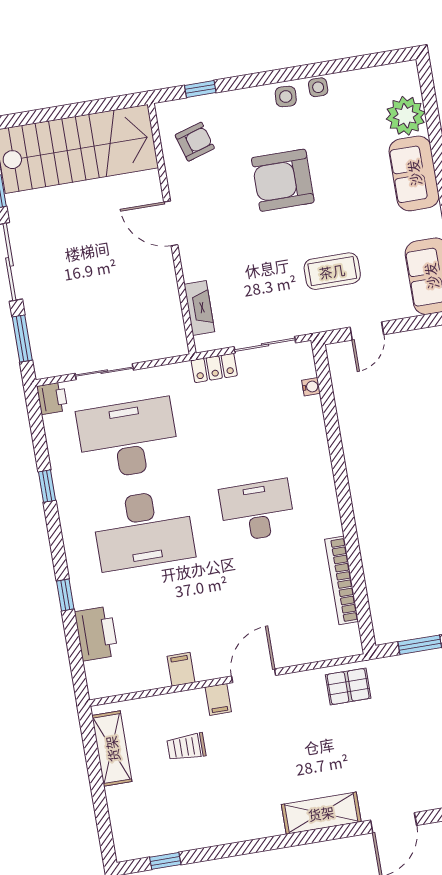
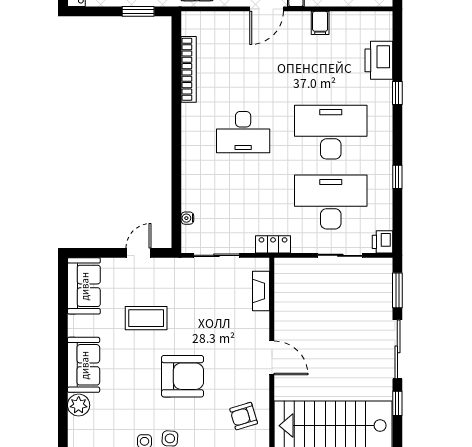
plant: (406, 116) -> (79, 405), width x0.73, depth x0.73
coffee table: (332, 271) -> (146, 318), moved
locker: (214, 368) -> (273, 244), moved
desk: (128, 439) -> (331, 202), turned 180

